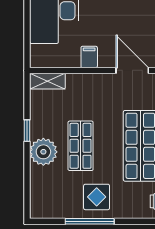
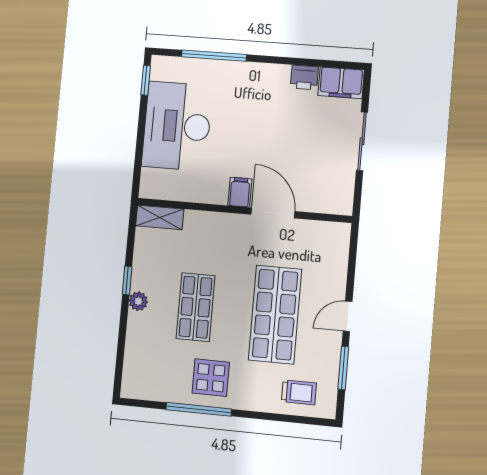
filing cabinet: (89, 57) -> (240, 192), moved
plant: (43, 152) -> (138, 301), width x0.53, depth x0.53

